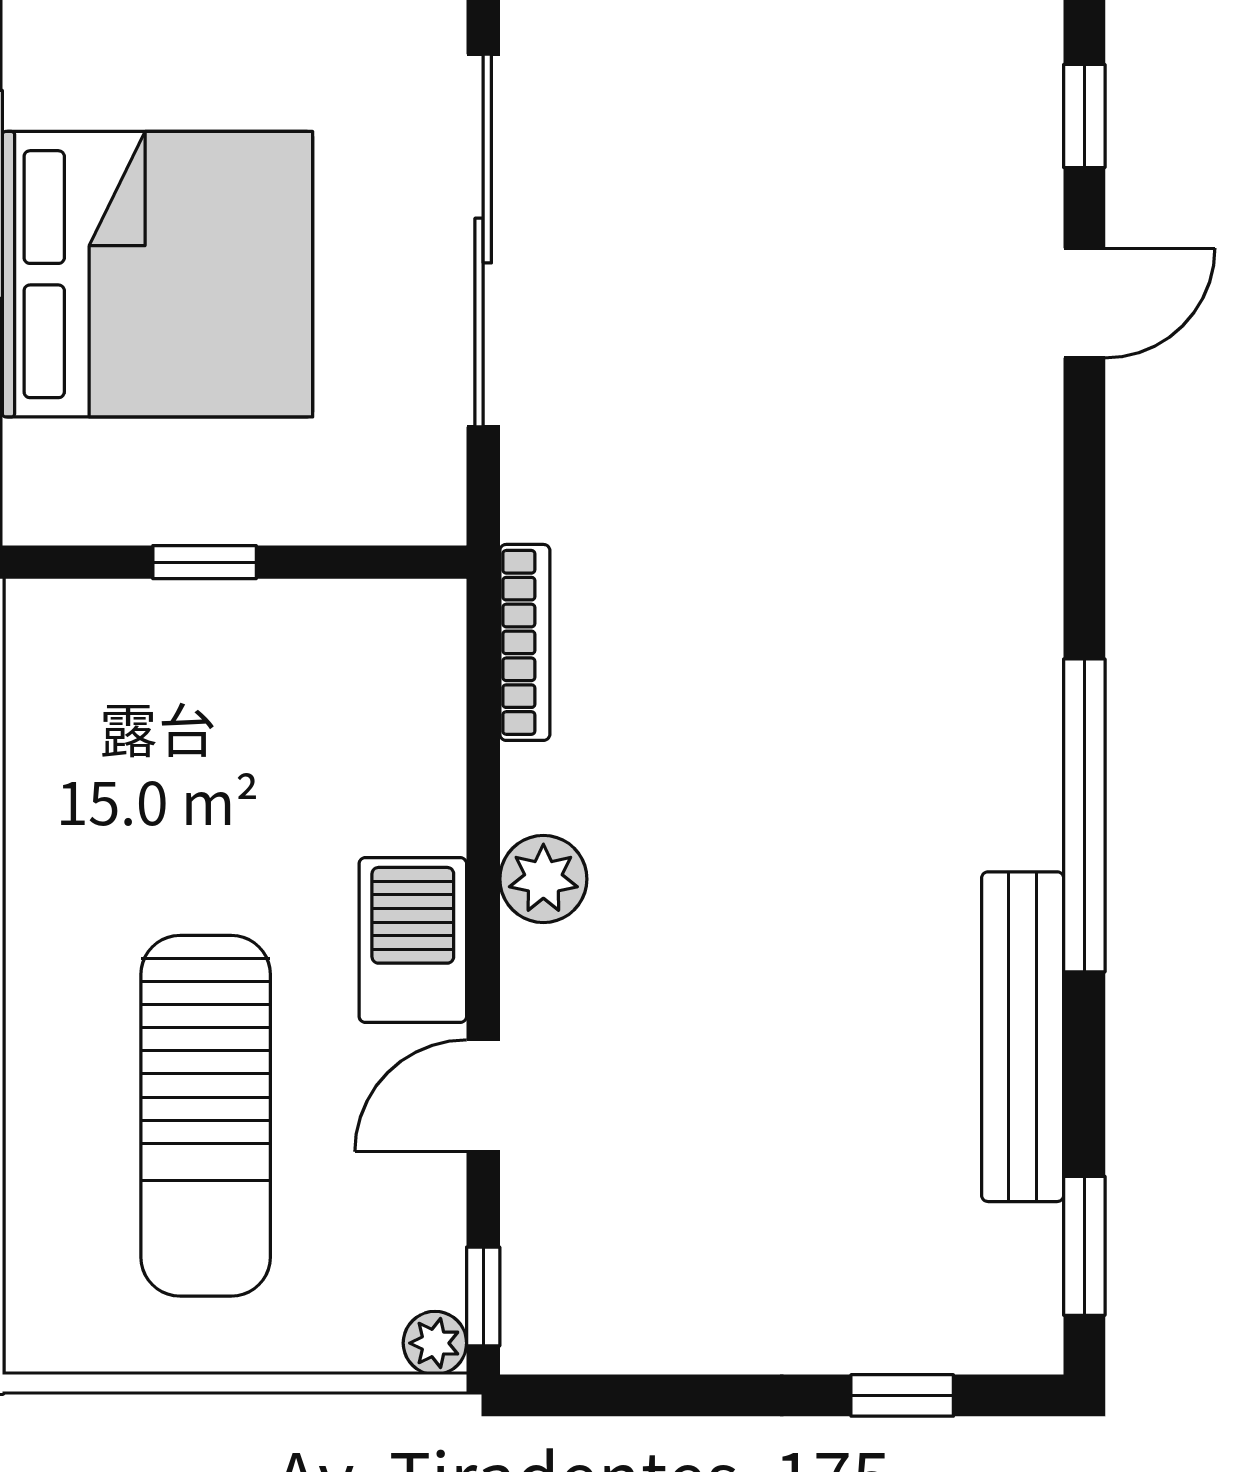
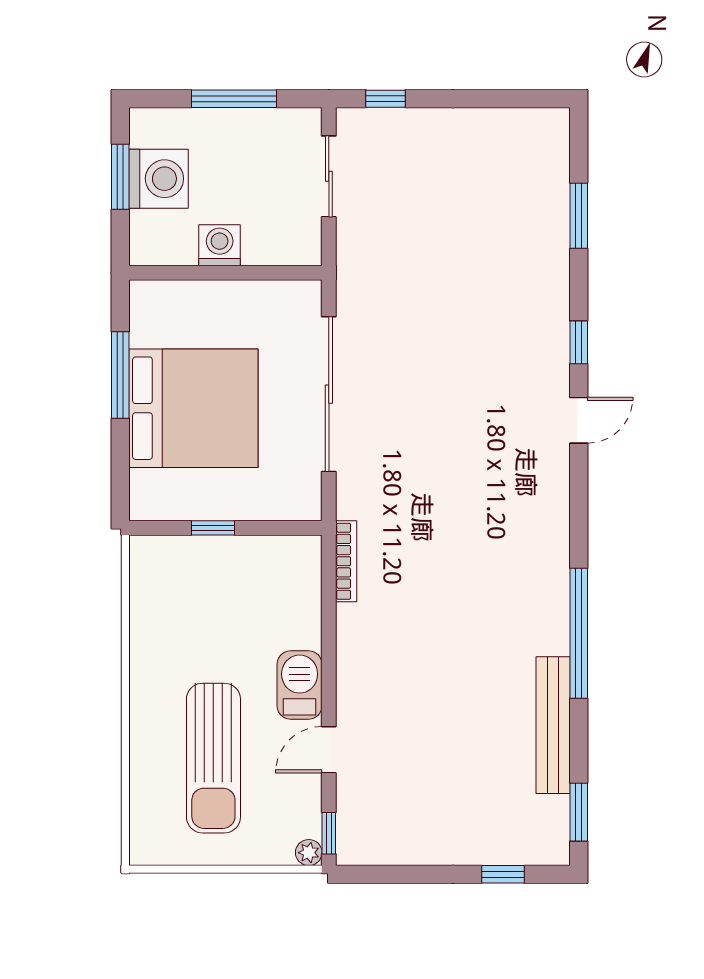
plant: (543, 879) -> (354, 660), removed

